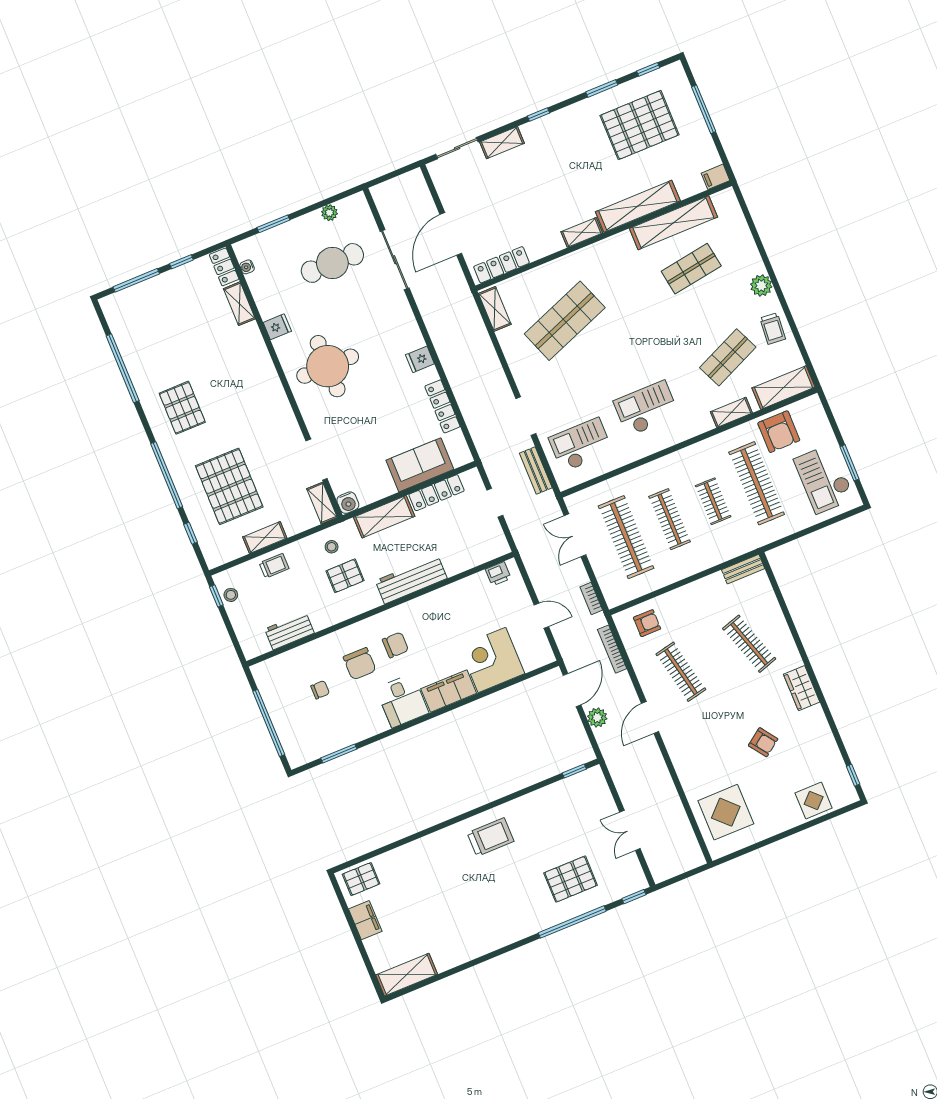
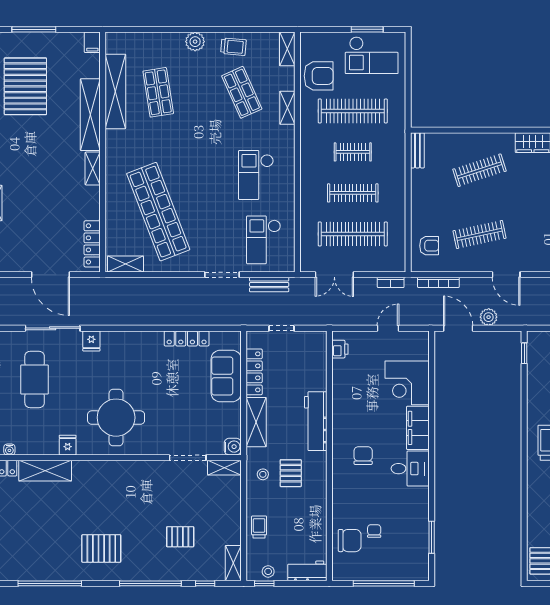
shelving: (239, 304) -> (45, 471), width x1.50, depth x1.33
shop shelf: (565, 321) -> (158, 212), width x1.40
fridge: (420, 359) -> (91, 341), moved
shelving: (784, 388) -> (287, 49), width x0.67, depth x0.75
pallet: (229, 486) -> (180, 537), width x0.49, depth x0.50
shelving: (265, 538) -> (233, 563), moved
armchair: (647, 623) -> (429, 246), turned 90
workbench: (289, 631) -> (307, 571), moved, turned 90
chair: (360, 664) -> (350, 541), moved

